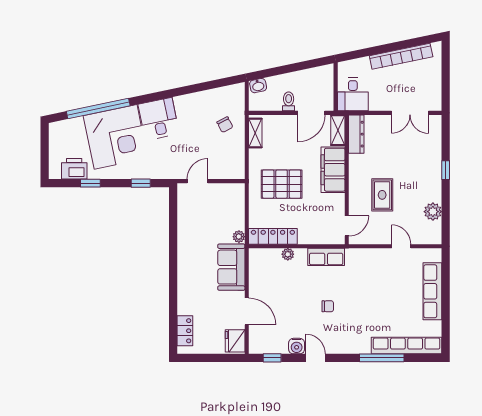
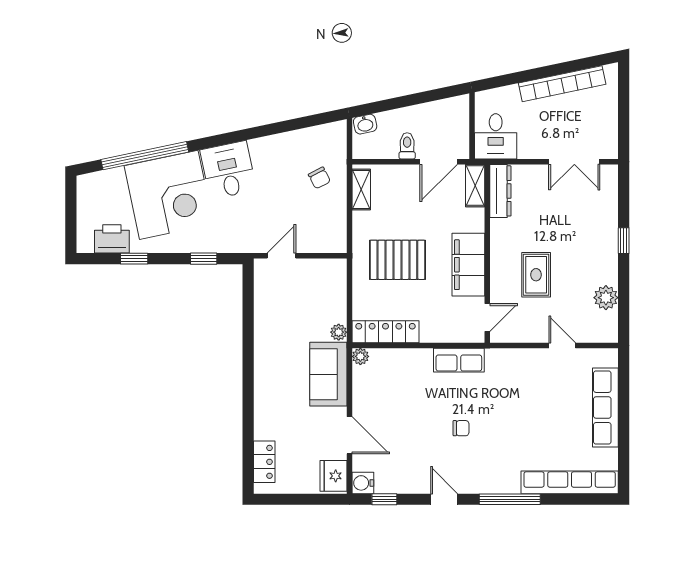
filing cabinet: (333, 170) -> (468, 265), moved
plant: (288, 254) -> (360, 356), moved
water cooler: (297, 346) -> (363, 483), moved, turned 90
window: (382, 358) -> (510, 499), moved

